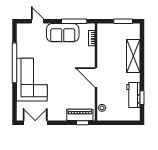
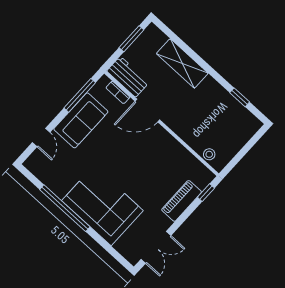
door: (38, 21) -> (41, 137), swing flipped
door: (96, 78) -> (147, 111), moved
workbench: (133, 95) -> (128, 77), moved, turned 180
piano: (80, 115) -> (182, 201), moved
double door: (35, 123) -> (156, 247), swing flipped

